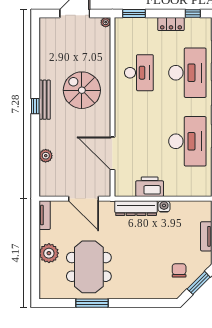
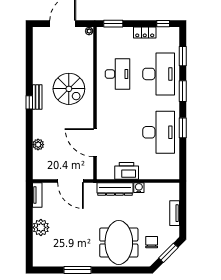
spiral stairs: (82, 90) -> (69, 89), turned 180
bench: (45, 100) -> (37, 97), width x0.73
meeting table: (89, 267) -> (119, 242), moved

